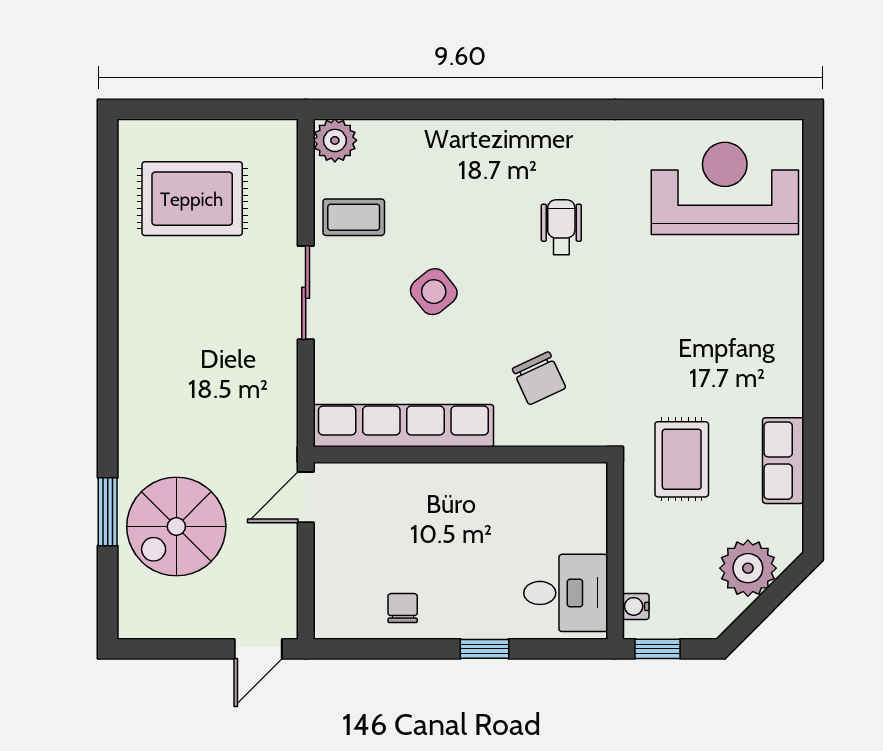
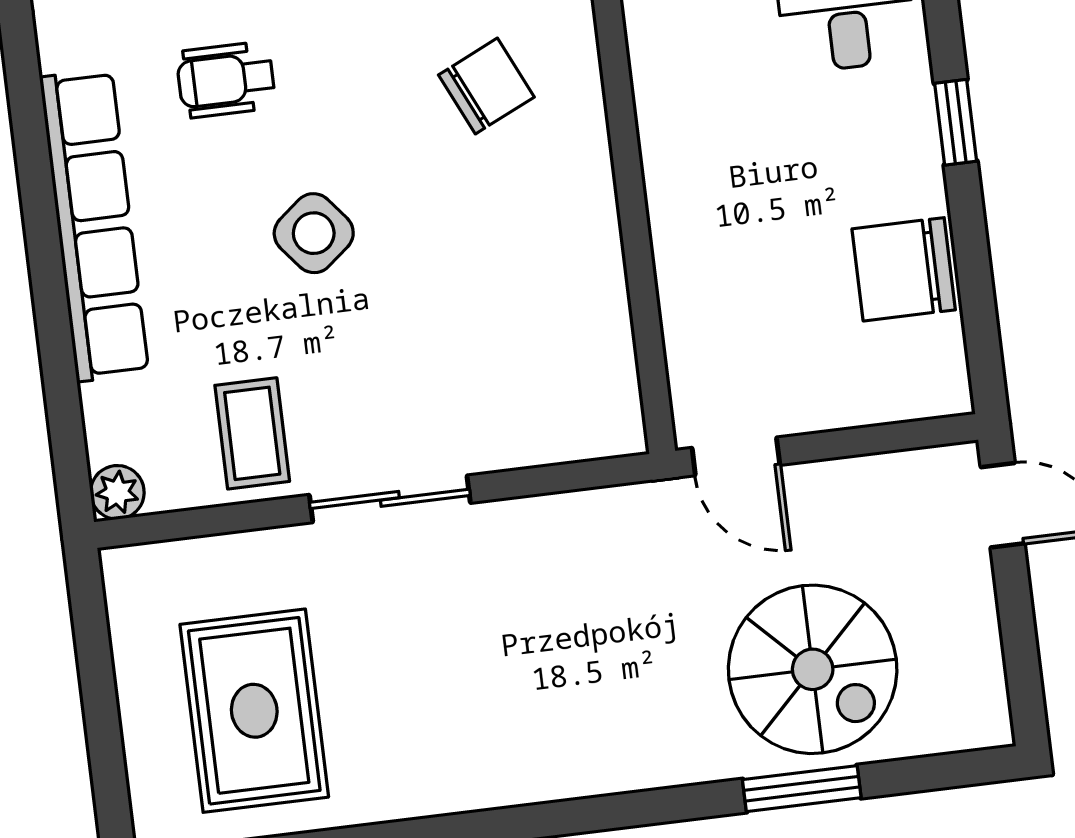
plant: (335, 140) -> (117, 492), width x0.73, depth x0.73
side table: (434, 292) -> (314, 233), moved
row of seats: (403, 426) -> (94, 225), moved, turned 180
chair: (403, 608) -> (904, 269), width x1.87, depth x1.87

